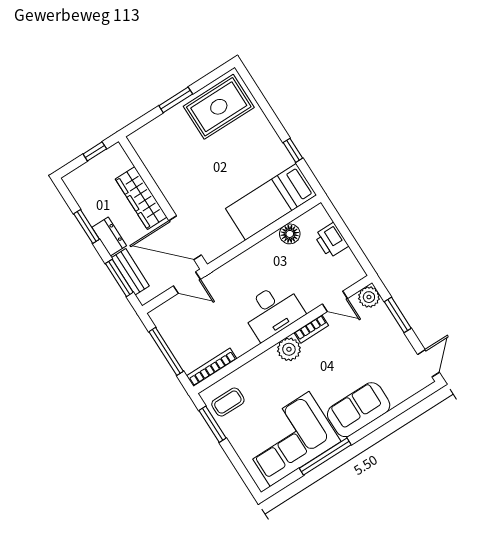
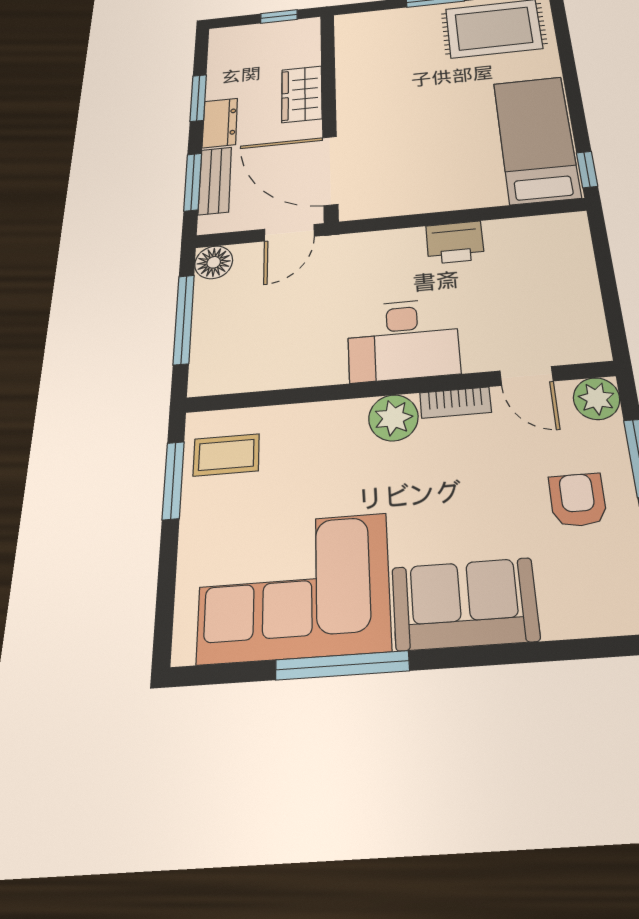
window: (293, 150) -> (587, 169), moved
wardrobe: (141, 198) -> (302, 94), width x0.67
bed: (271, 202) -> (536, 139), moved, turned 90
floor lamp: (290, 234) -> (214, 262), moved
printer: (331, 240) -> (455, 242), moved, turned -90
door: (187, 283) -> (289, 233), hinge flipped
armchair: (382, 346) -> (578, 500), added
bookcase: (212, 367) -> (239, 381), removed

